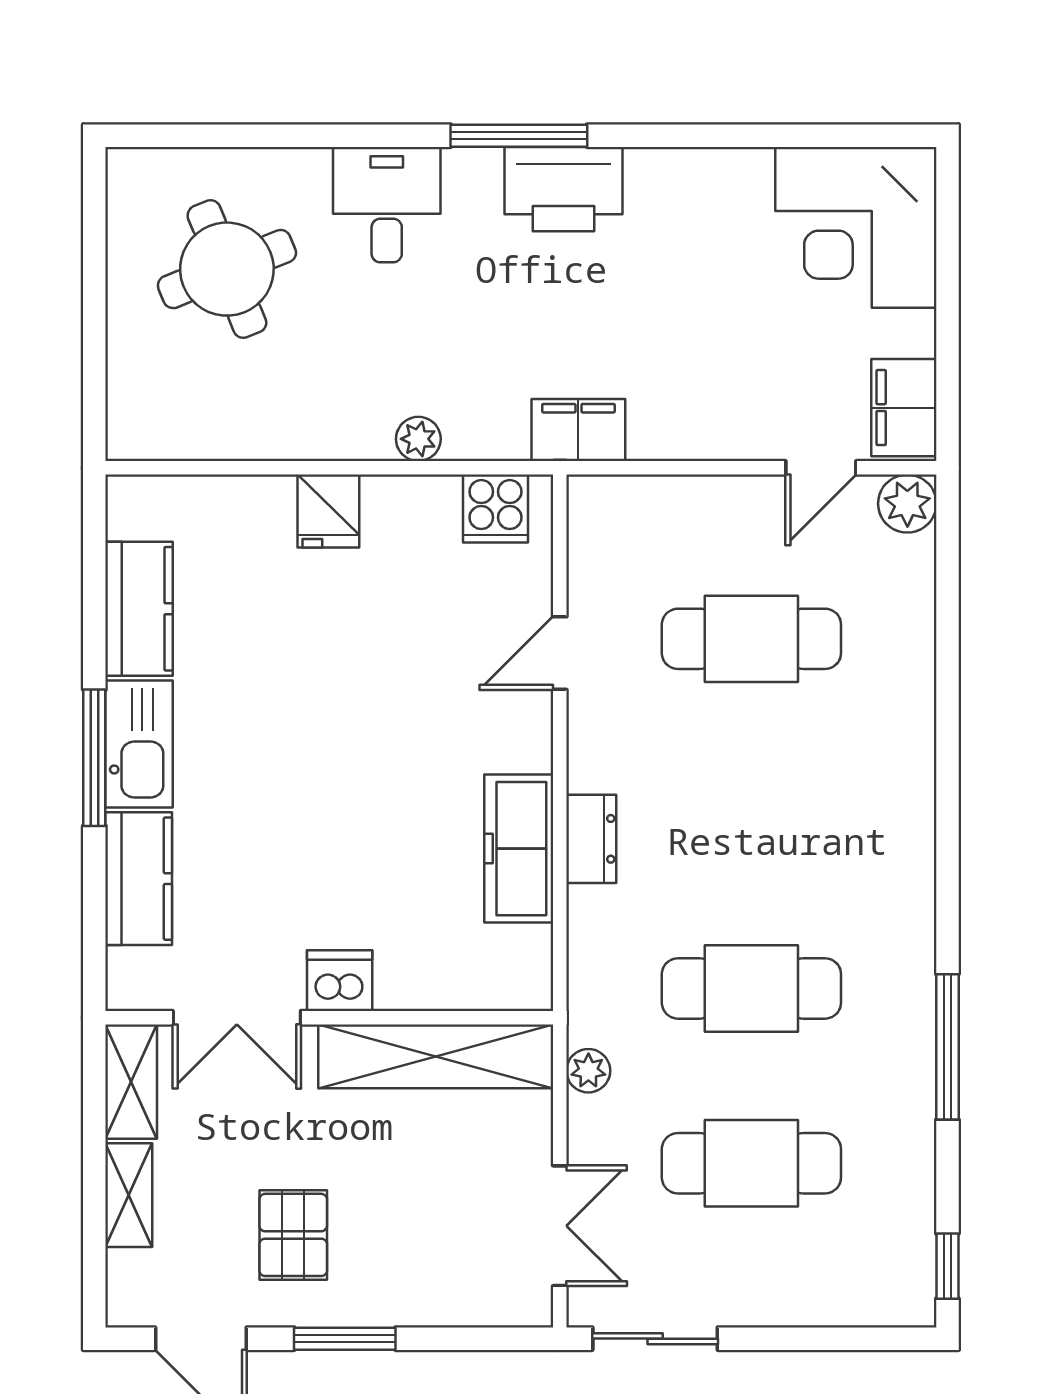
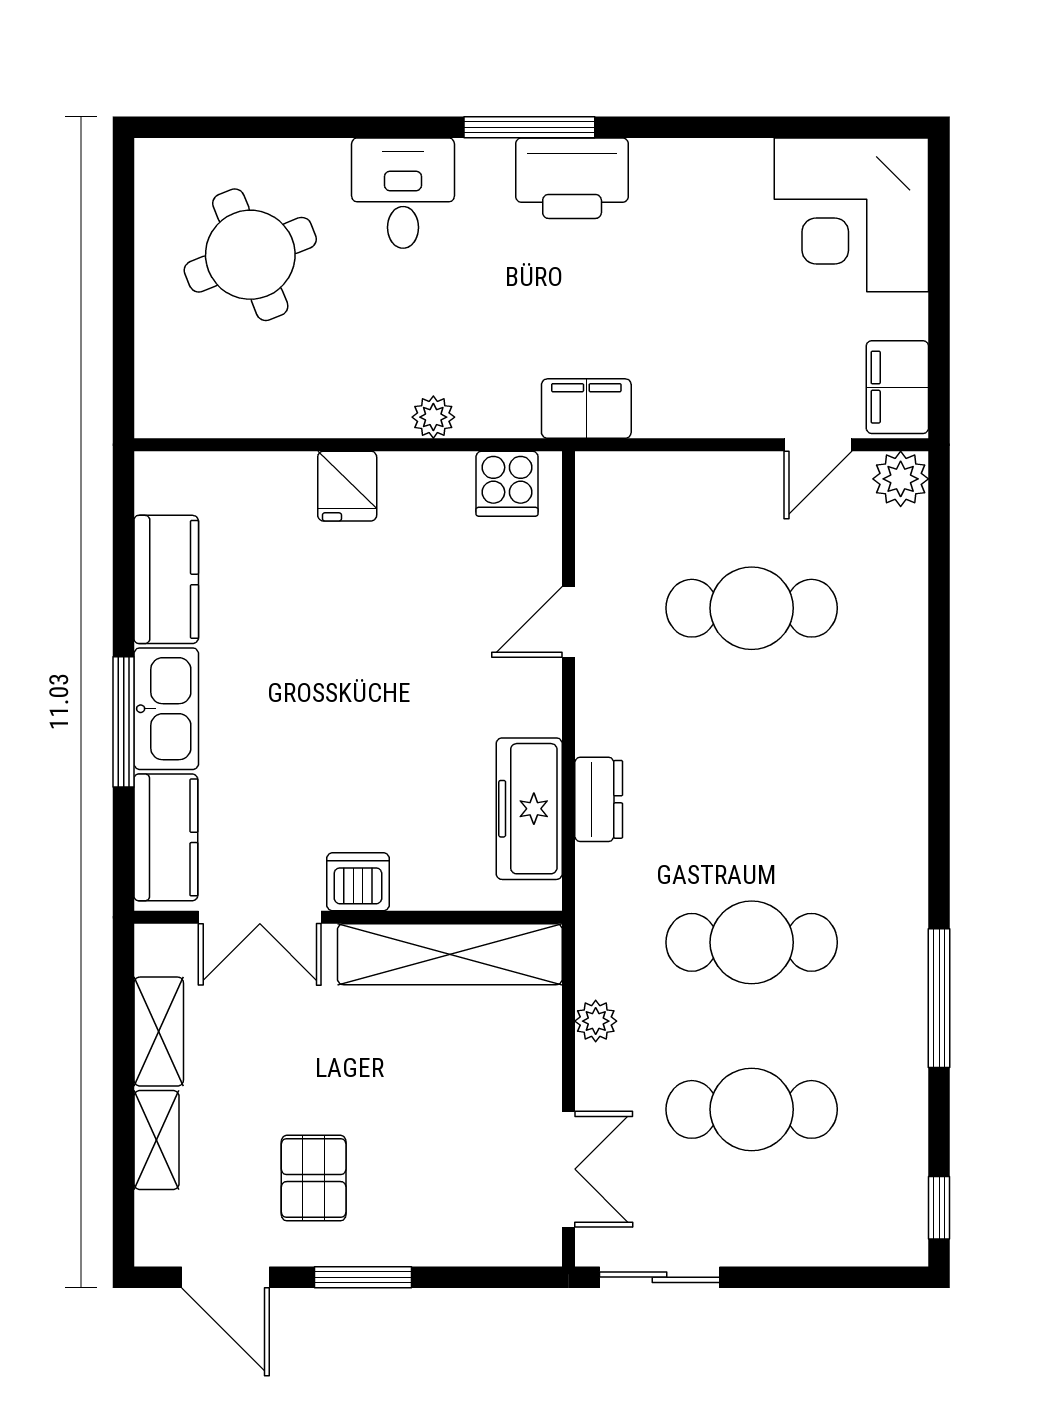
dishwasher: (340, 981) -> (358, 882), moved
double door: (237, 1018) -> (260, 917), moved
wall: (329, 1018) -> (348, 917), moved
shelving: (436, 1056) -> (450, 954), moved

